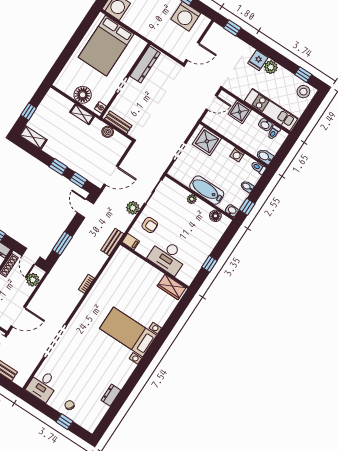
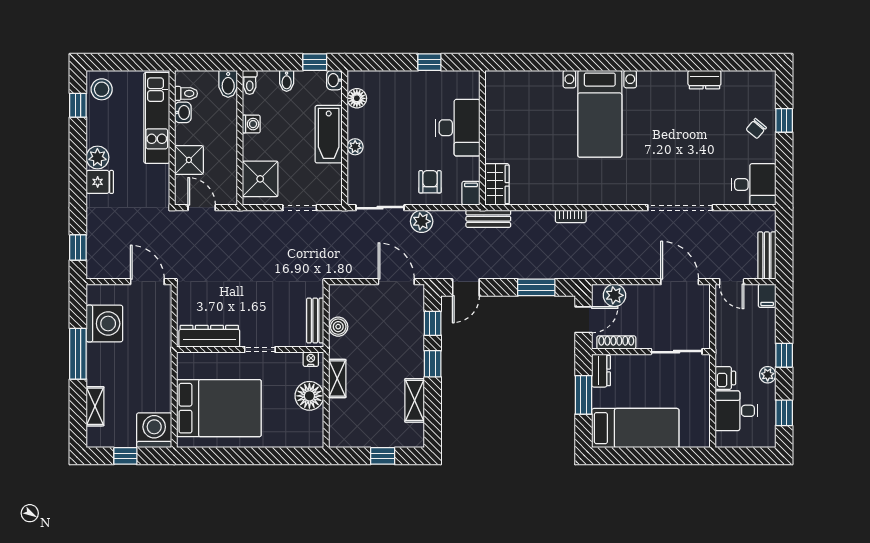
shelving: (33, 137) -> (415, 400), moved
wardrobe: (172, 287) -> (497, 184), moved

